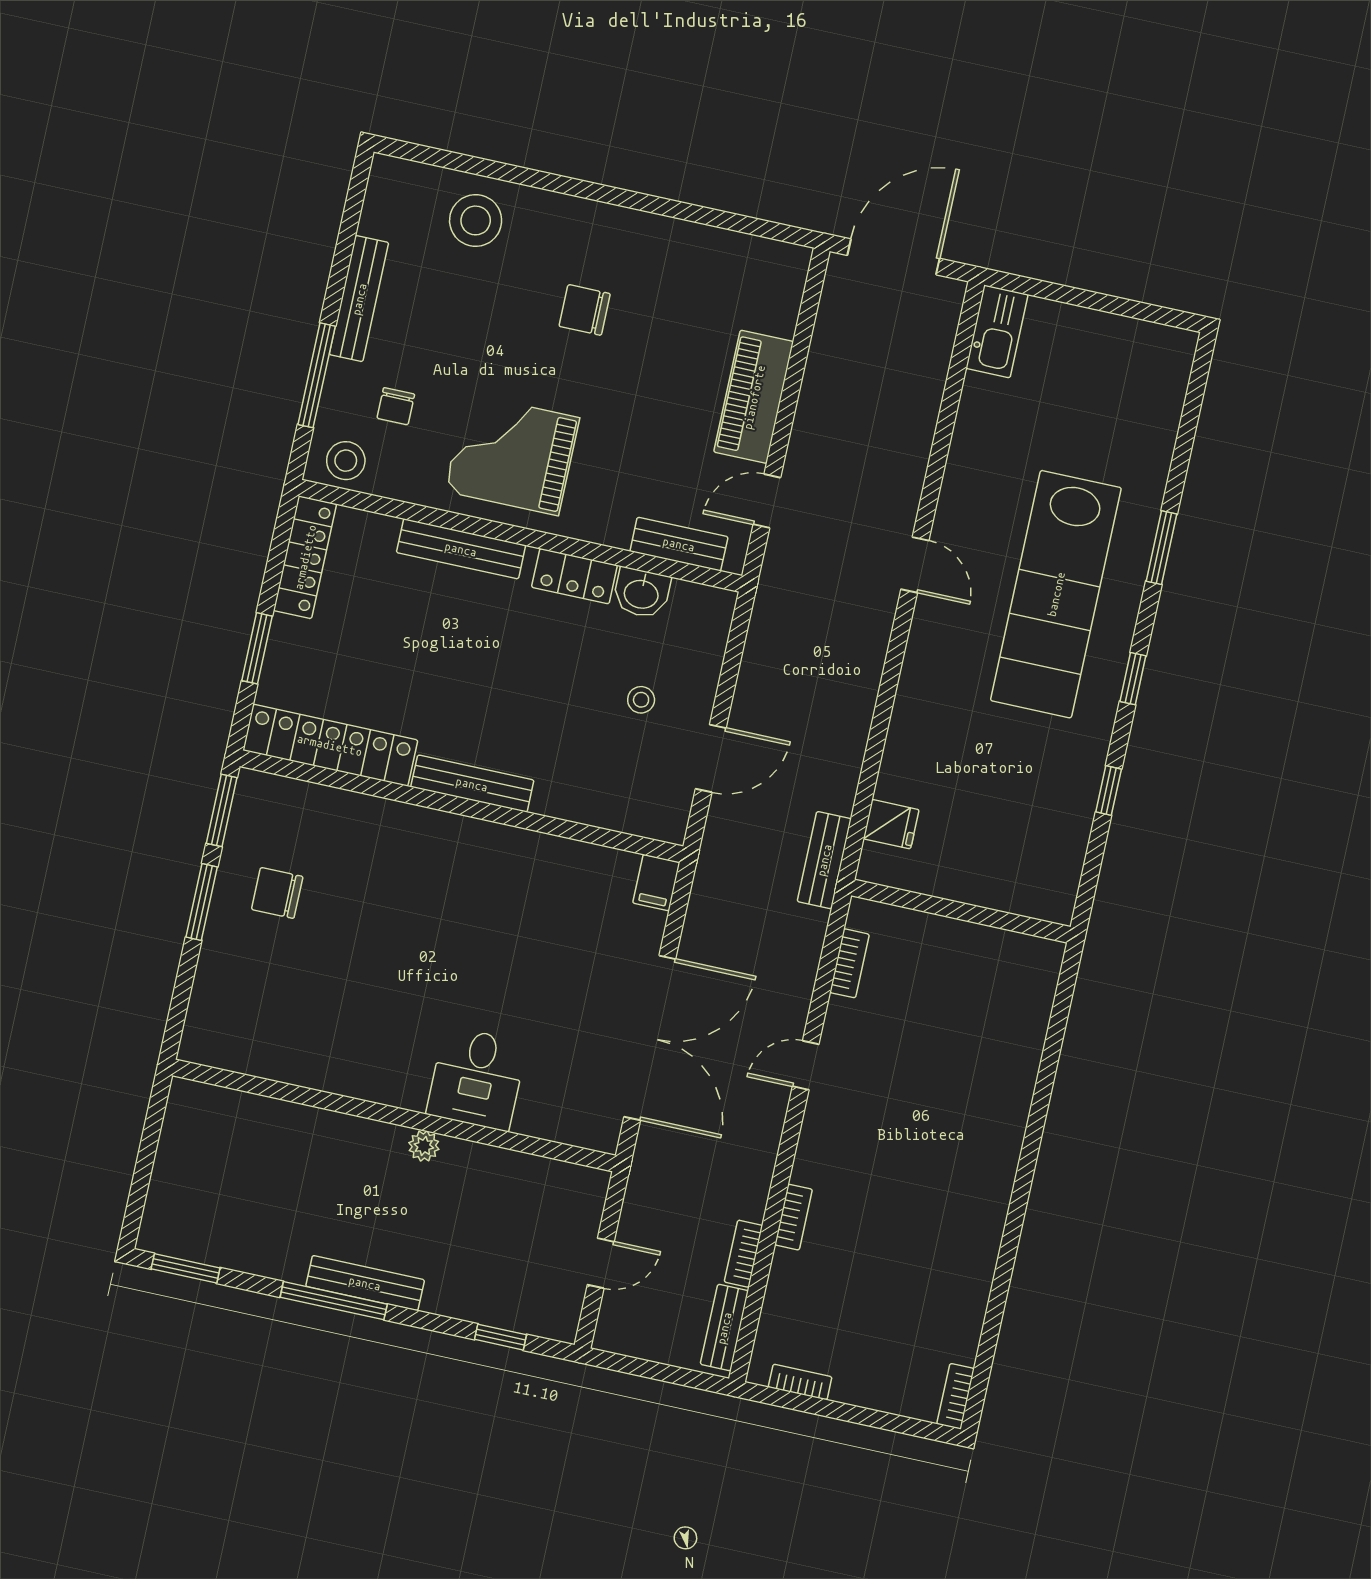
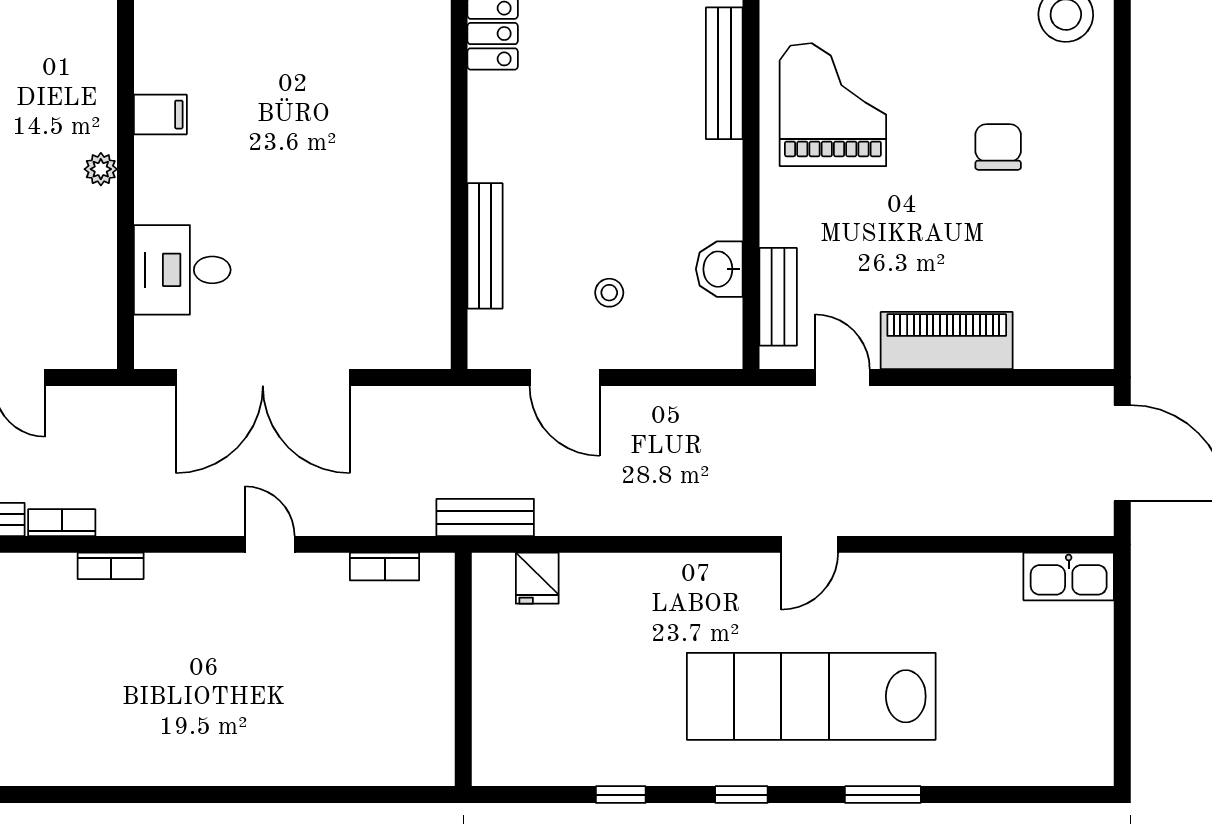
locker: (574, 576) -> (722, 196), removed
bench: (472, 784) -> (485, 246), moved
filing cabinet: (656, 883) -> (160, 115), moved, turned 180
desk: (477, 1078) -> (182, 270), moved

